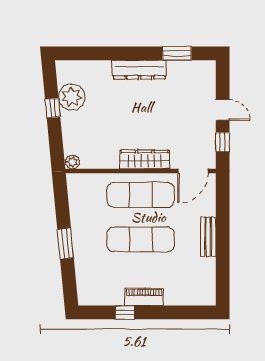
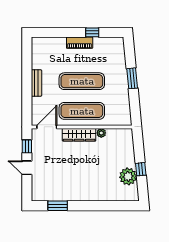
dresser: (139, 70) -> (83, 195), removed
plant: (72, 162) -> (101, 133), moved

